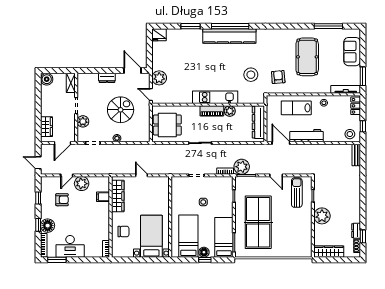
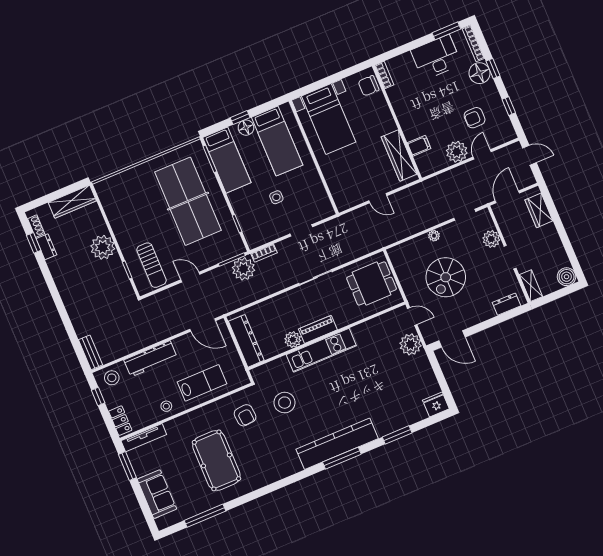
window: (230, 26) -> (342, 458), width x0.68
dresser: (107, 78) -> (506, 304), moved
workbench: (307, 136) -> (151, 359), moved
chair: (123, 231) -> (368, 86), moved

